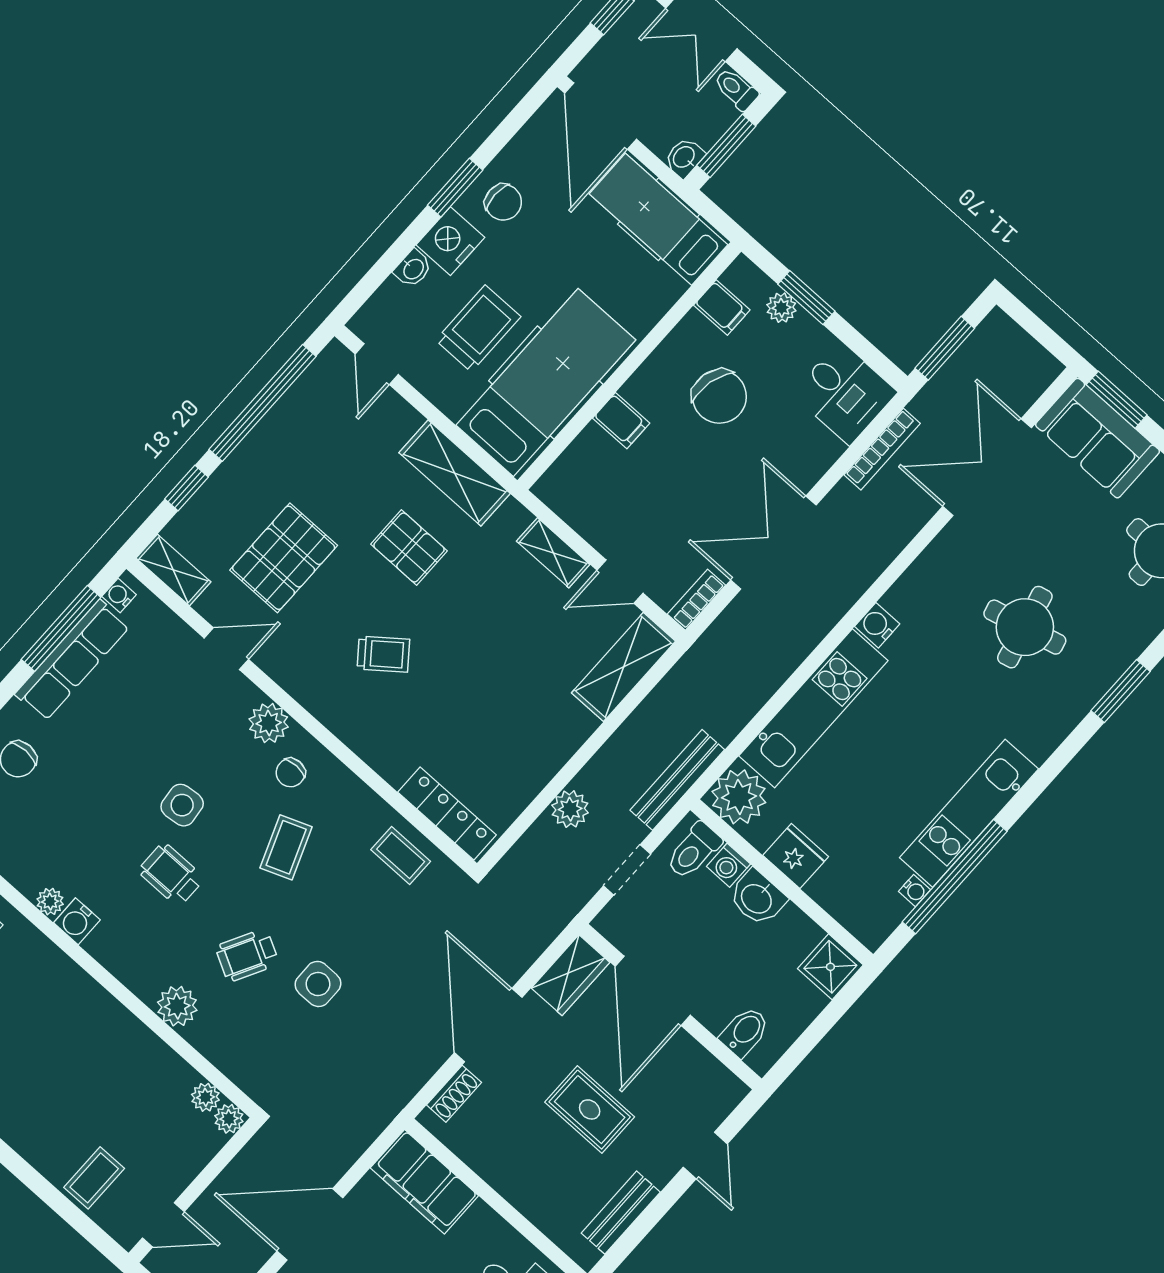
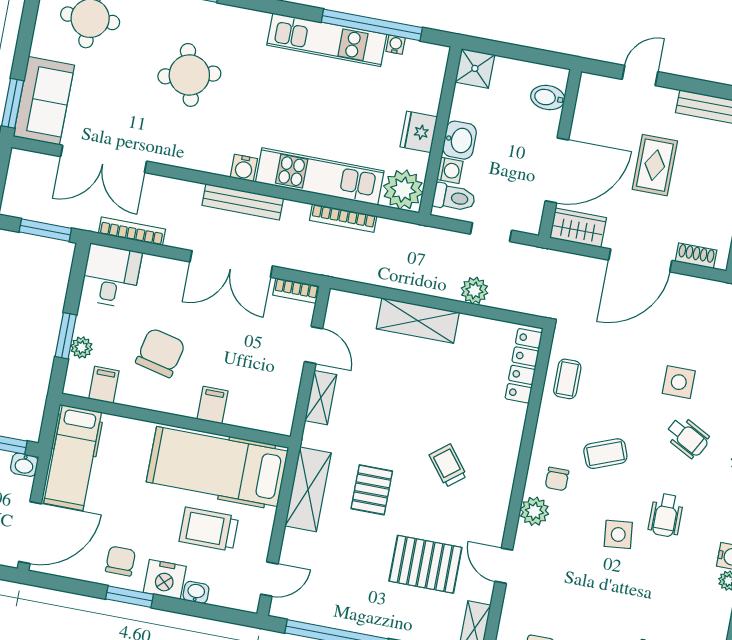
shelving: (623, 667) -> (418, 321), moved
bookcase: (748, 706) -> (343, 218), added
chair: (291, 773) -> (557, 479), turned 90
bench: (677, 780) -> (243, 202), moved

